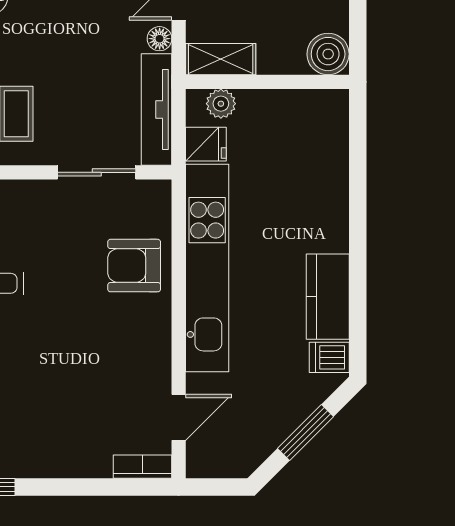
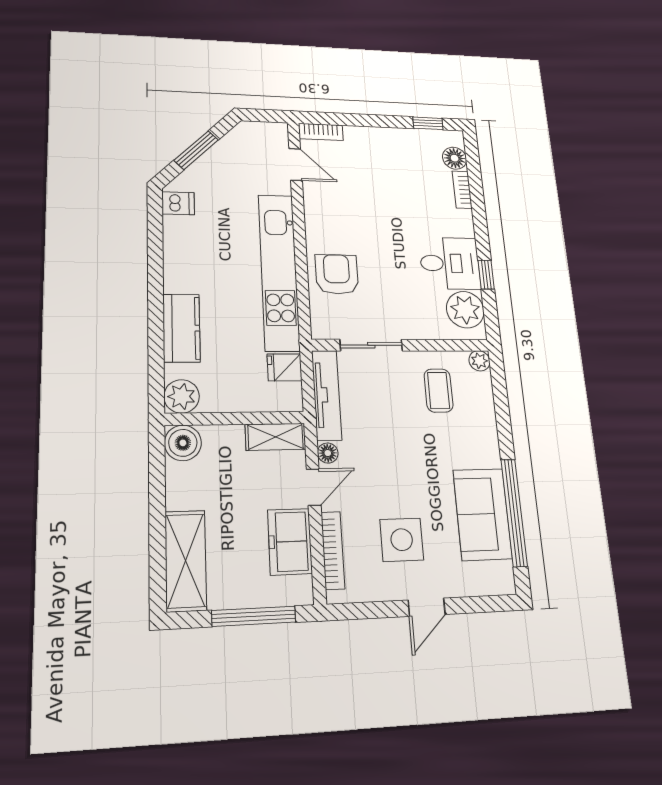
plant: (221, 104) -> (182, 396), moved, width x1.38, depth x1.38
armchair: (134, 266) -> (337, 274), turned -90
kitchen counter: (328, 297) -> (181, 328), moved
door: (179, 417) -> (296, 164), swing flipped

